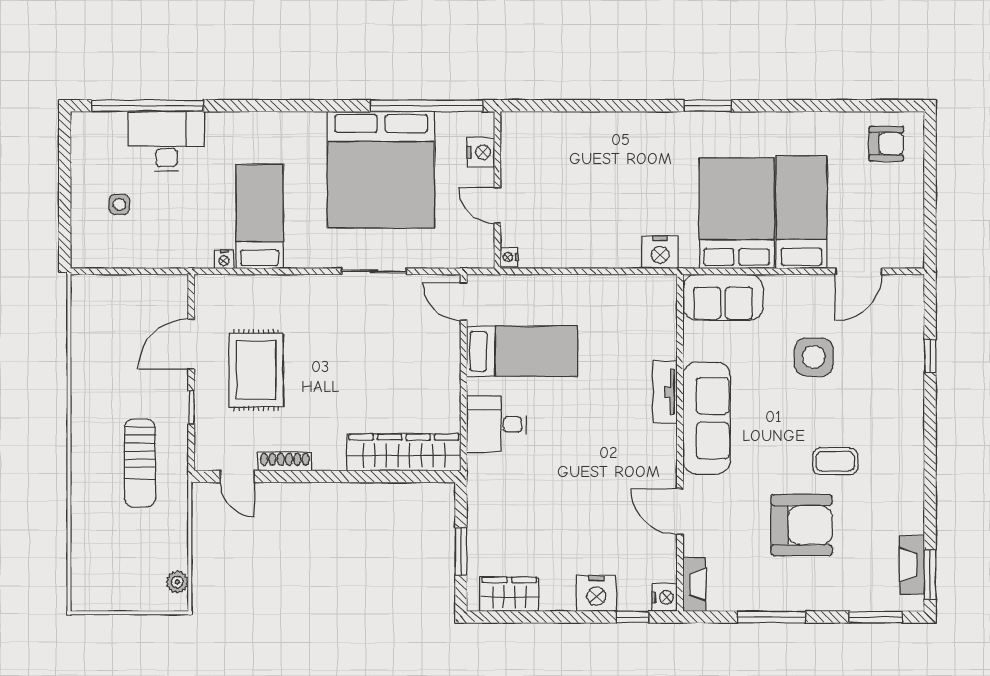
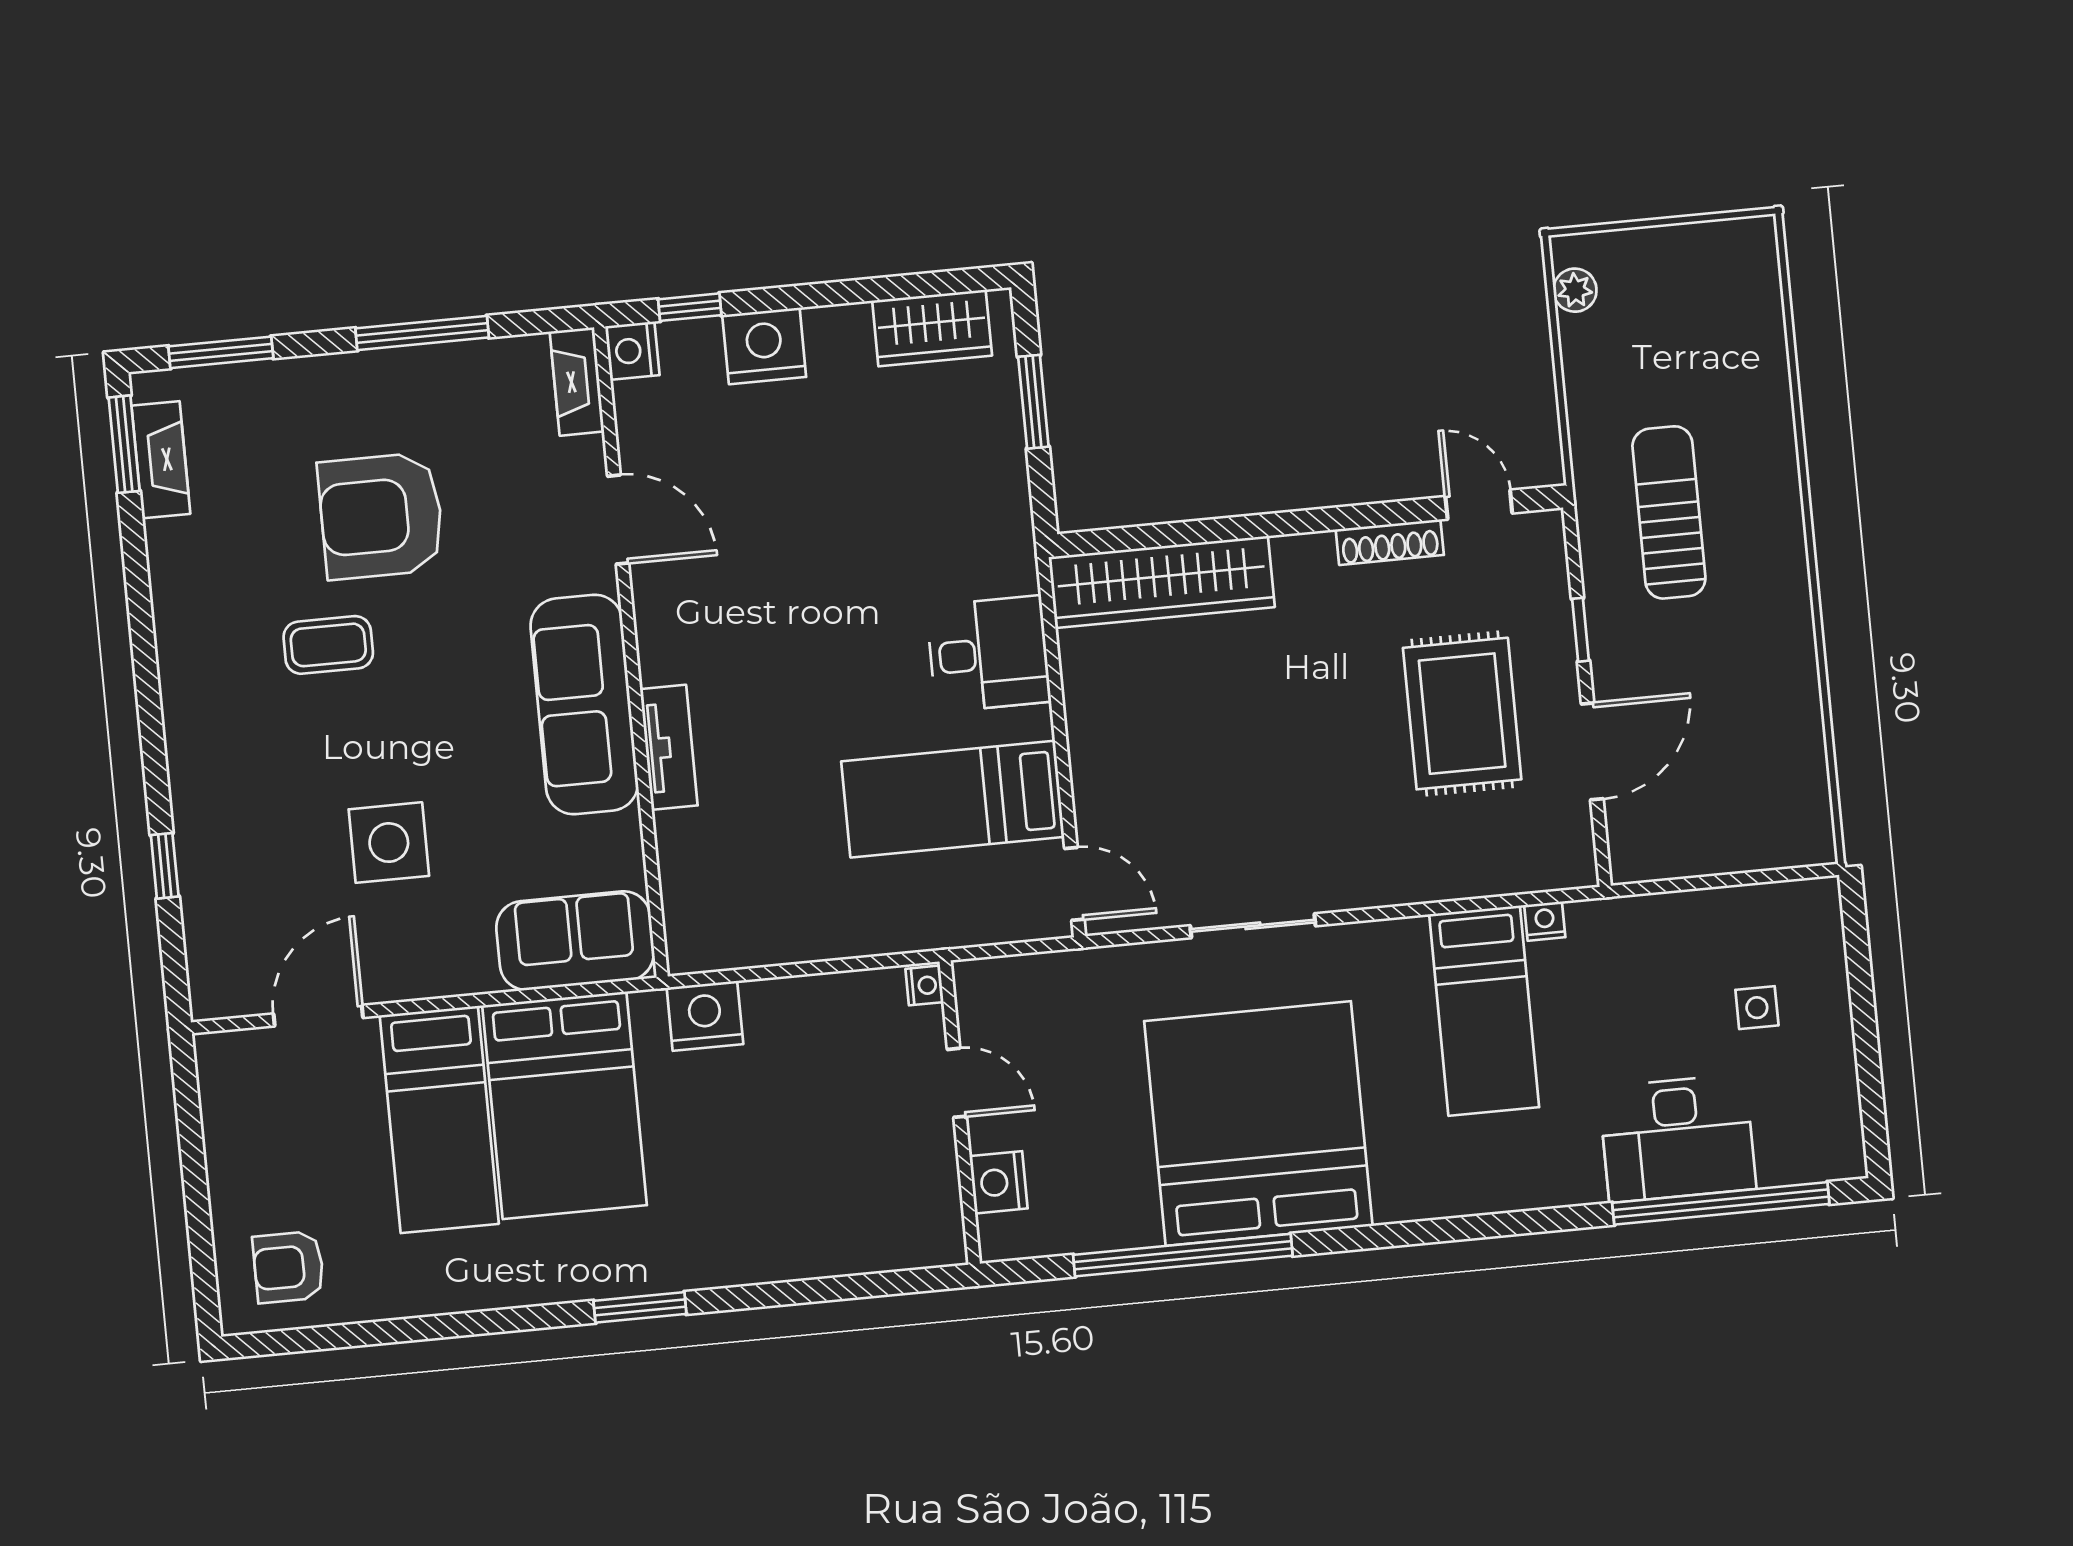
nightstand: (481, 152) -> (999, 1182), moved
wall: (497, 190) -> (960, 1113), moved
door: (497, 205) -> (957, 1083), moved
nightstand: (509, 257) -> (924, 985), moved

